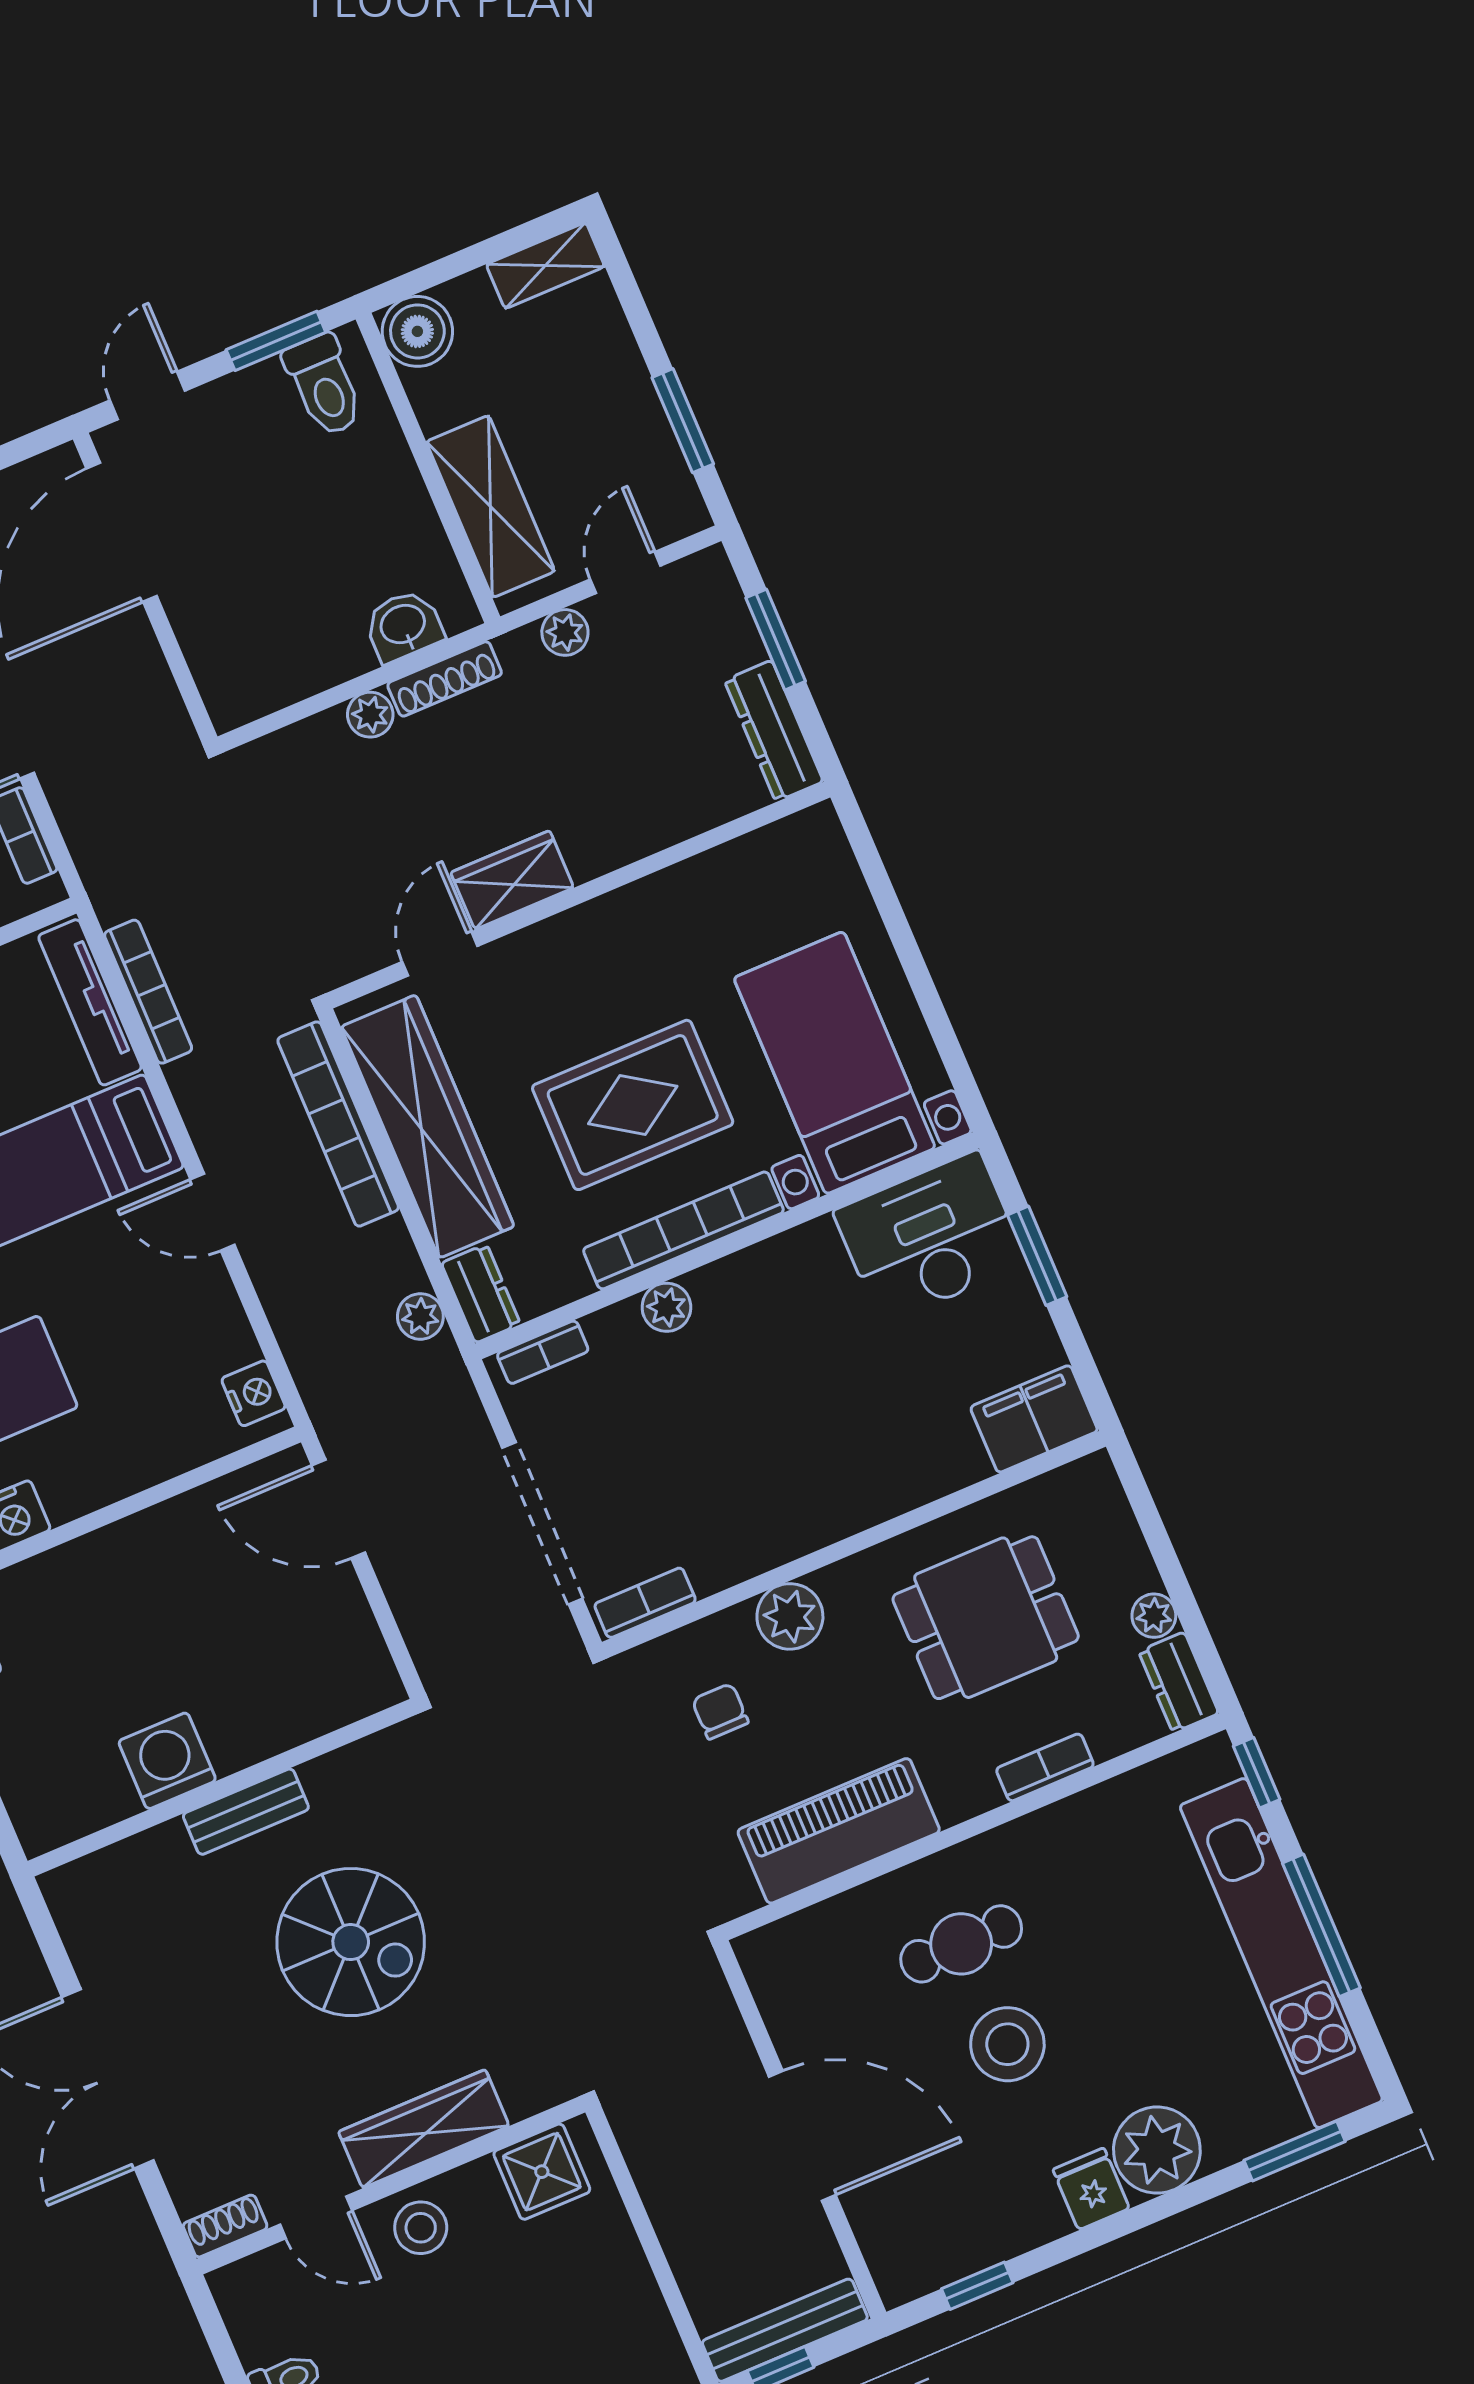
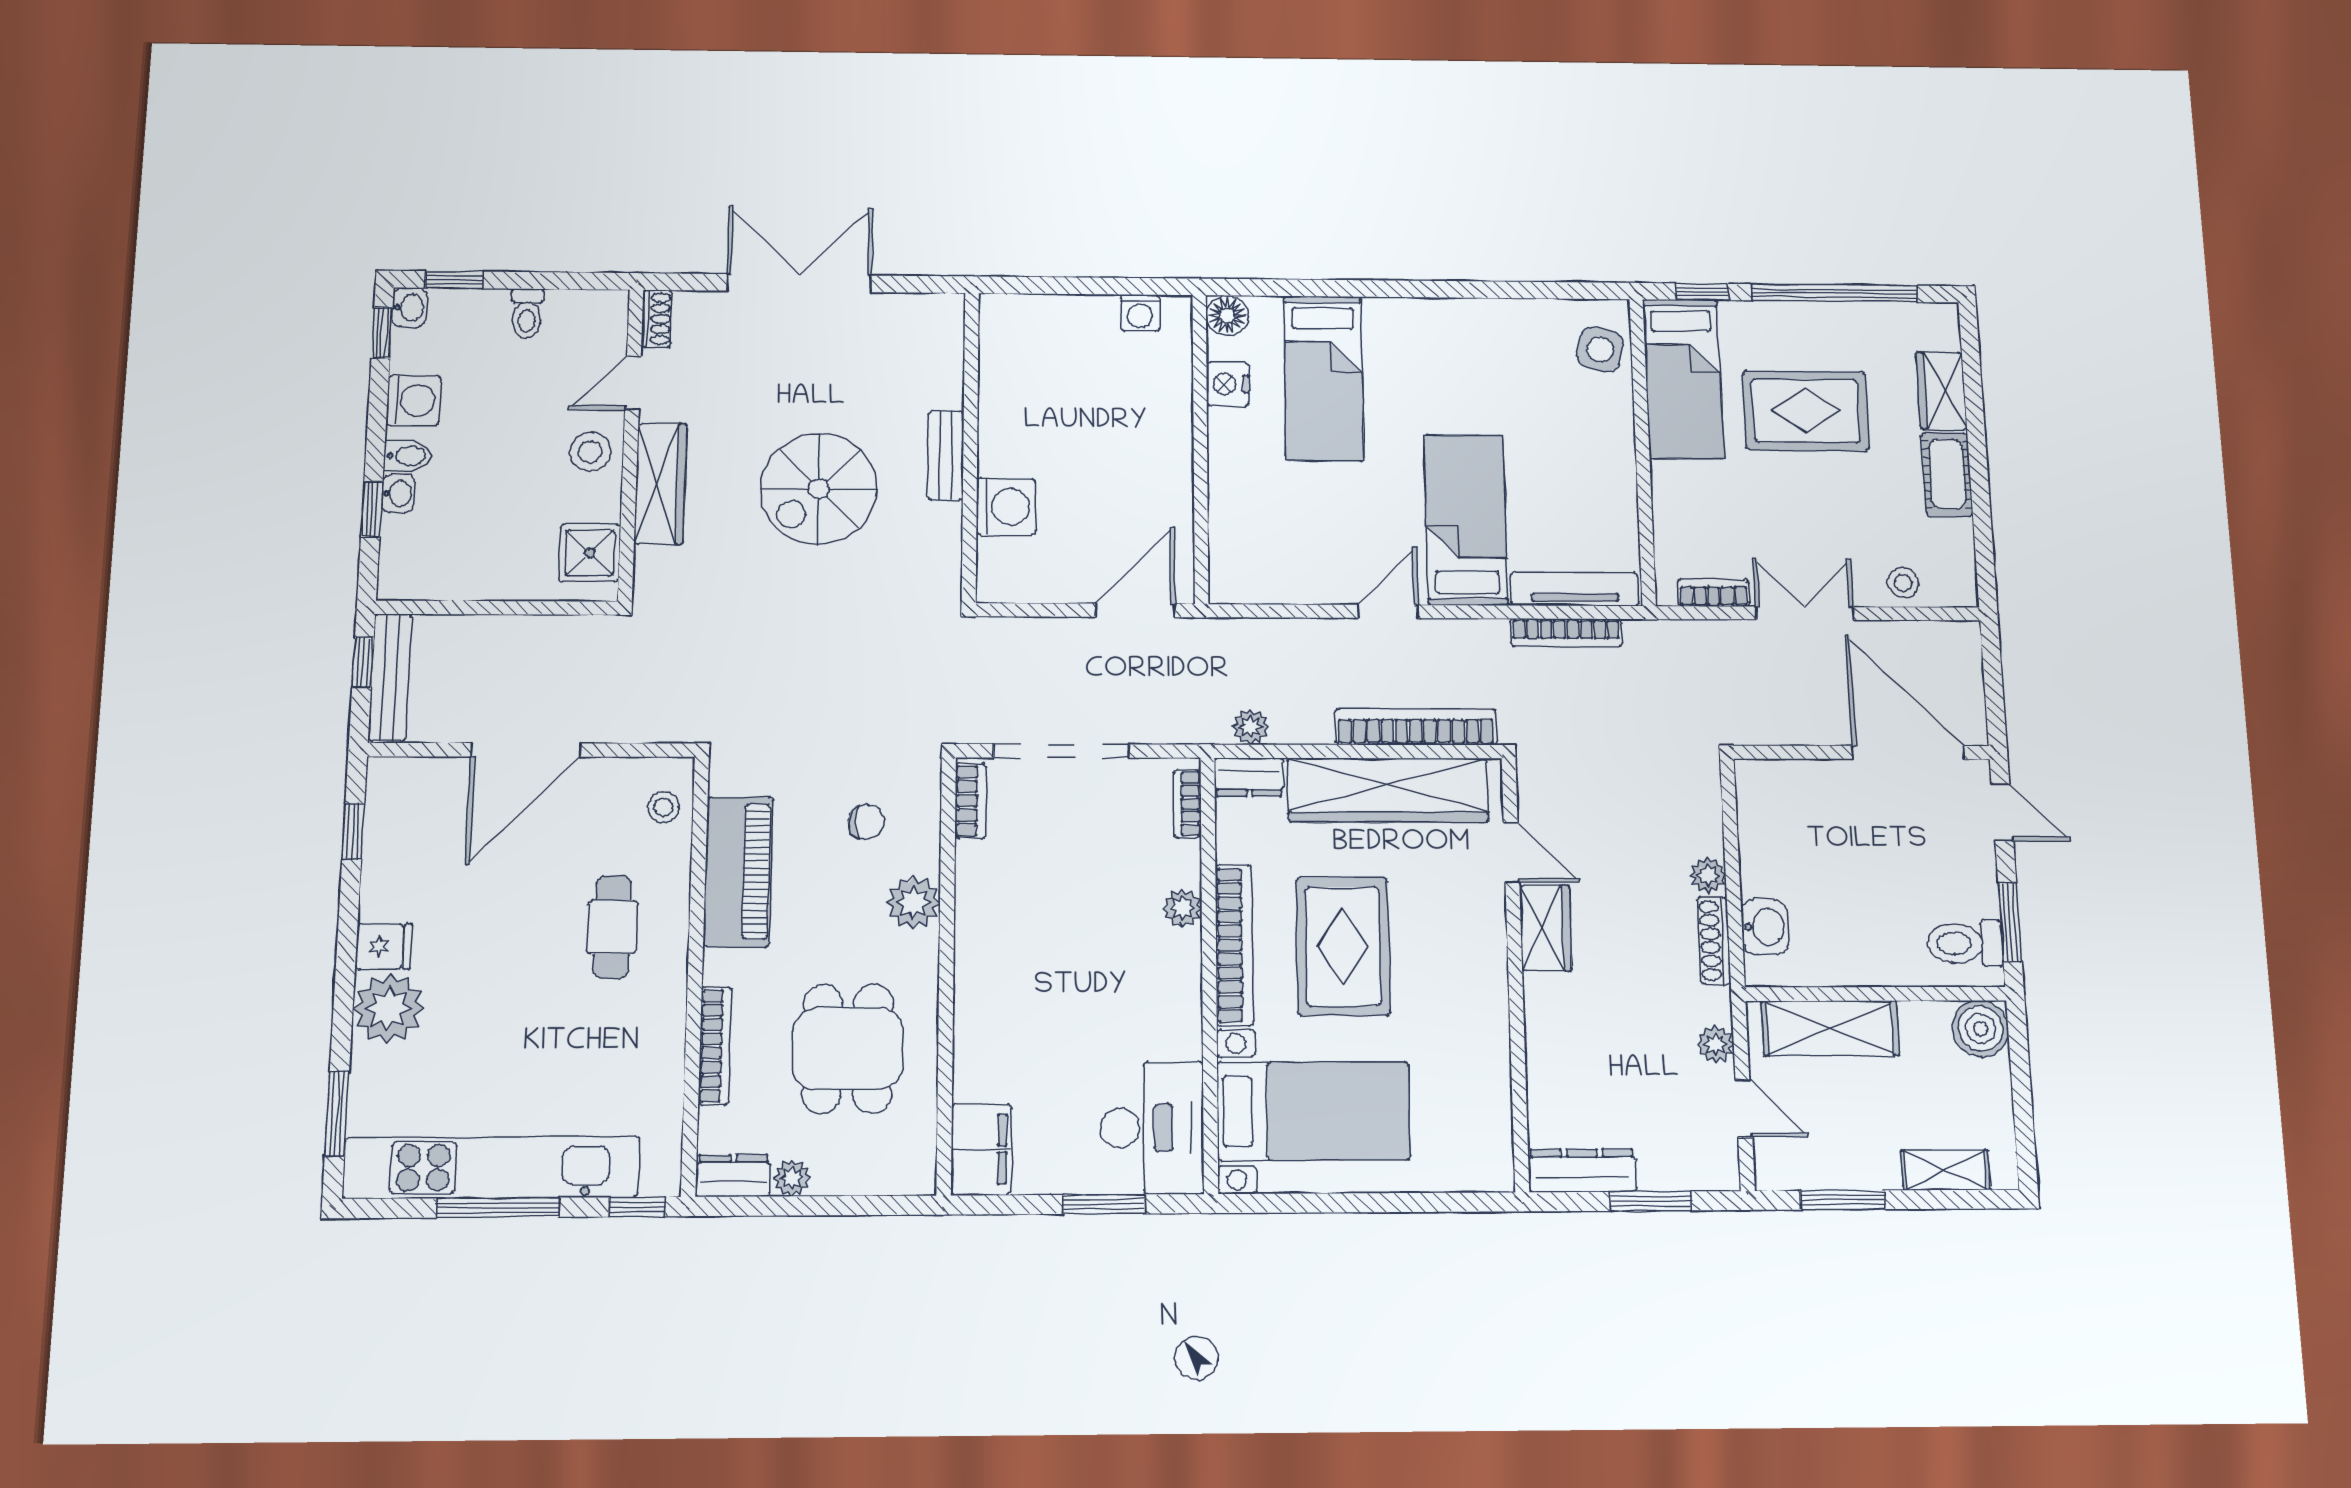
shelving: (545, 265) -> (1946, 1170), moved, turned 90
nightstand: (254, 1393) -> (1245, 586), removed
washing machine: (167, 1761) -> (1006, 507), moved
bookcase: (1045, 1767) -> (715, 1046), width x1.56
stool: (1007, 2044) -> (663, 807), moved, width x0.53, depth x0.53

